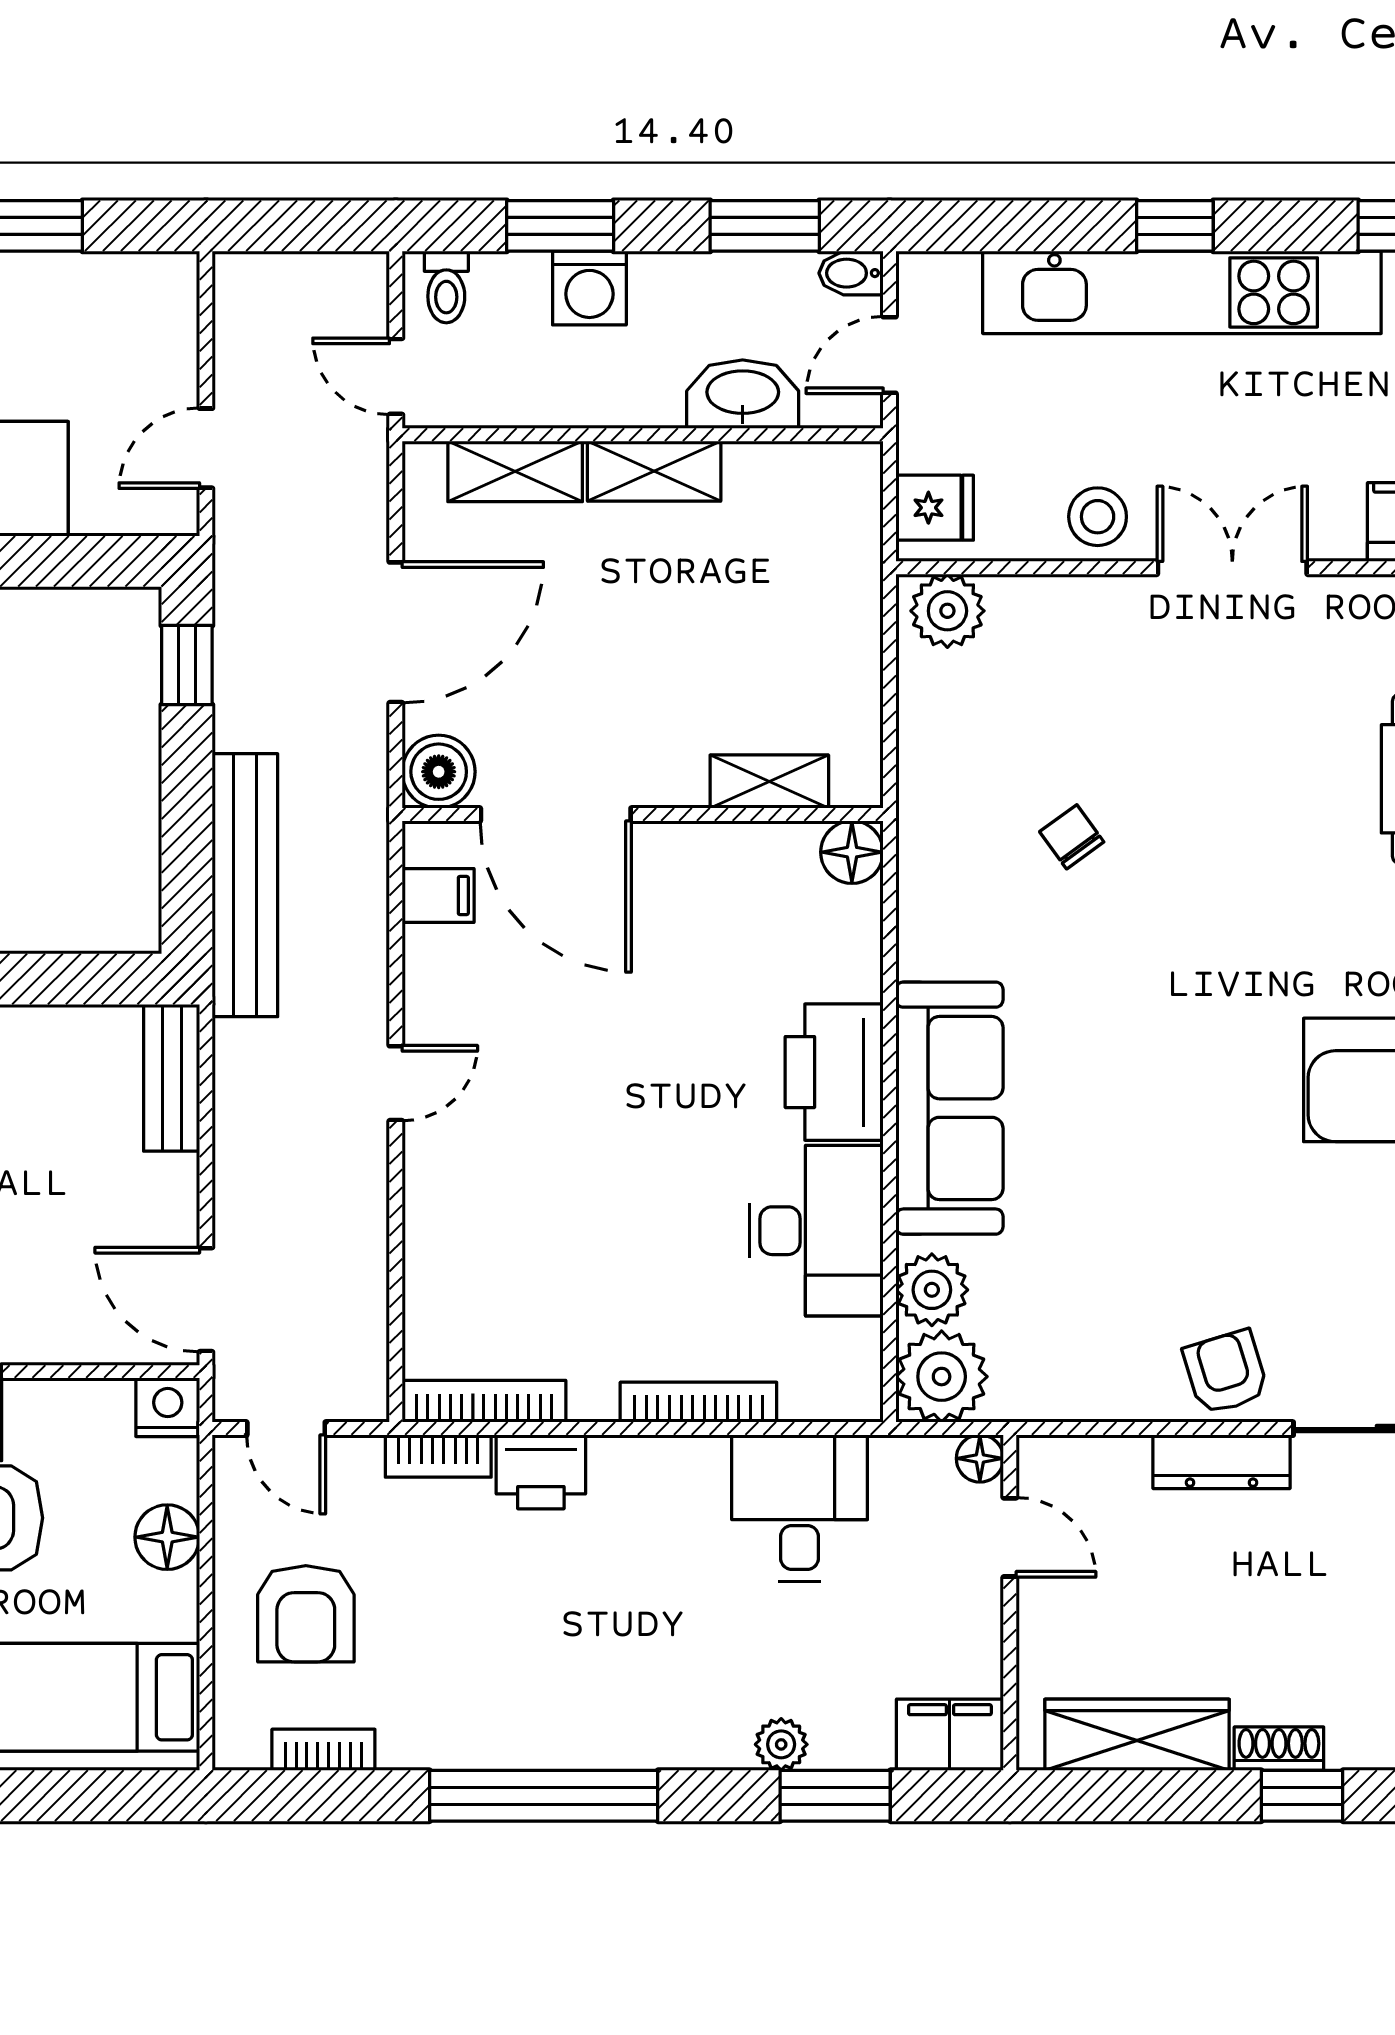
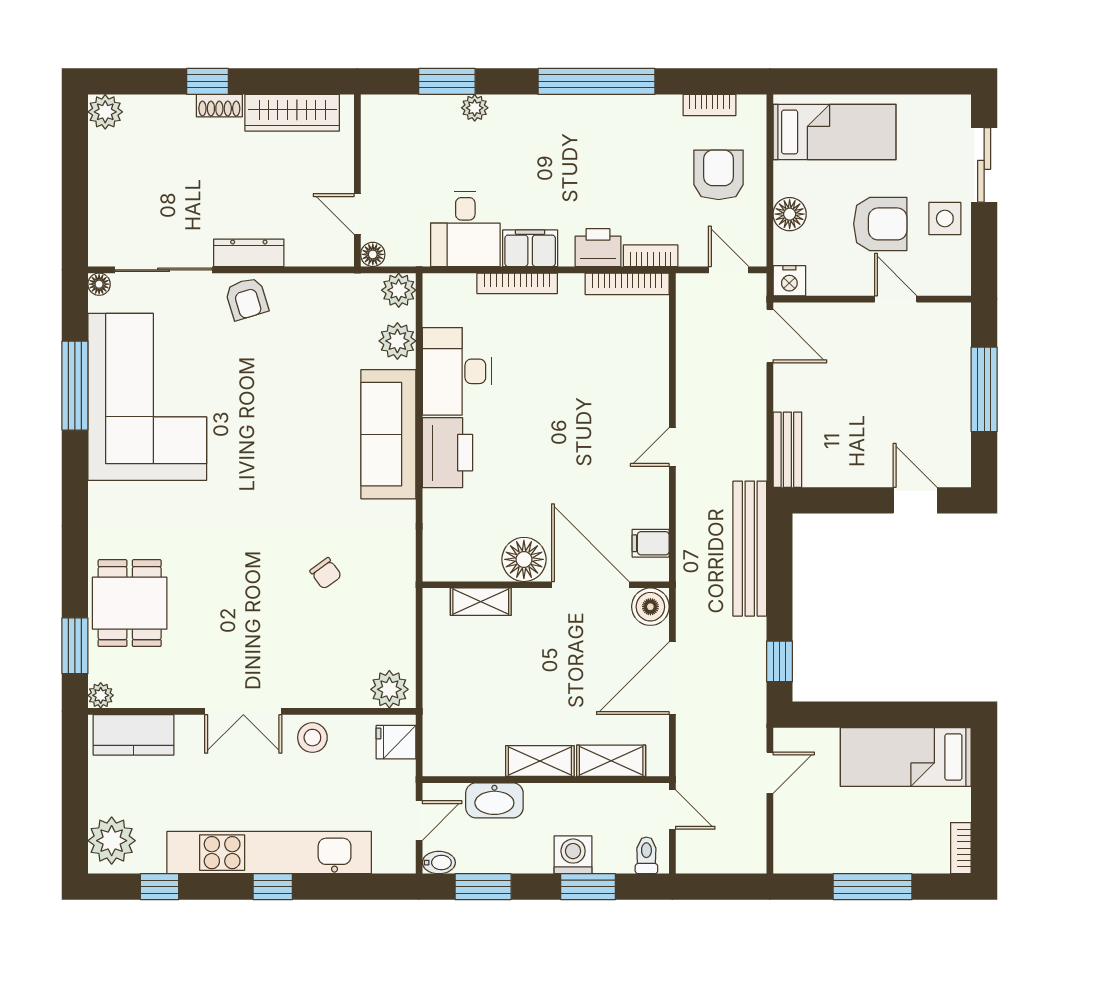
floor lamp: (852, 852) -> (524, 559), moved, width x1.38, depth x1.38
plant: (942, 1377) -> (399, 290), width x0.73, depth x0.73
filing cabinet: (950, 1735) -> (530, 248), moved, turned 180

